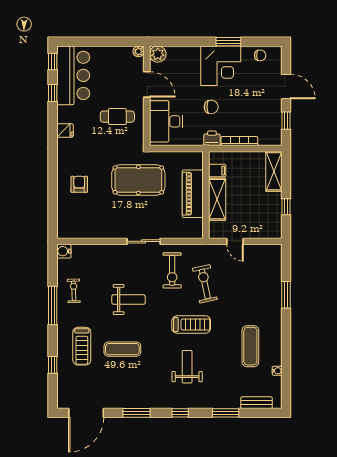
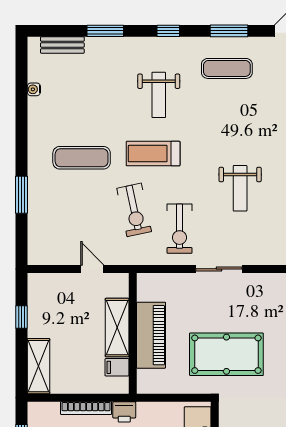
exercise bike: (172, 270) -> (179, 229), turned 180
weight bench: (129, 299) -> (240, 188), turned -90
exercise mat: (250, 346) -> (82, 158), moved, turned 90
exercise mat: (122, 349) -> (227, 68), moved

